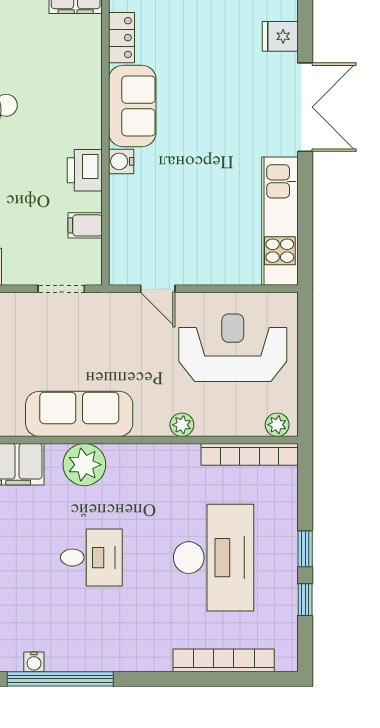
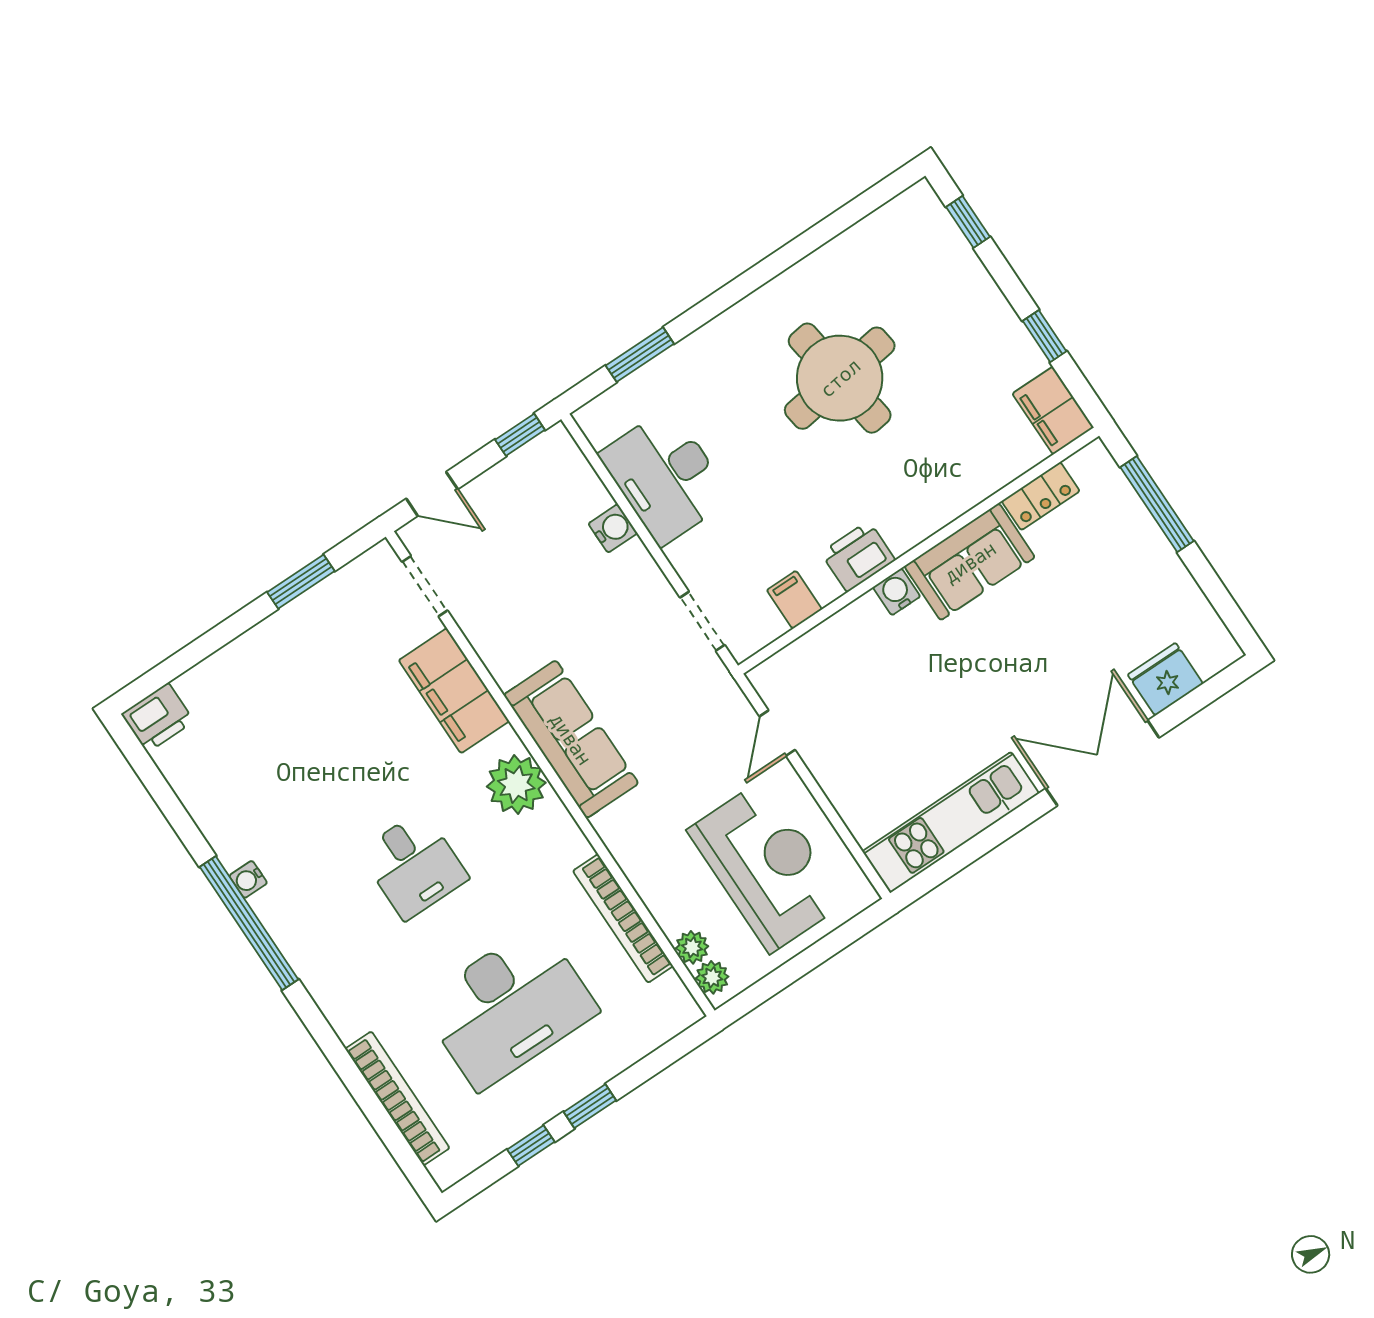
fridge: (280, 36) -> (1165, 679), width x1.38
double door: (305, 107) -> (1102, 763), swing flipped
plant: (182, 425) -> (692, 947), moved
bookcase: (250, 454) -> (623, 918), moved

